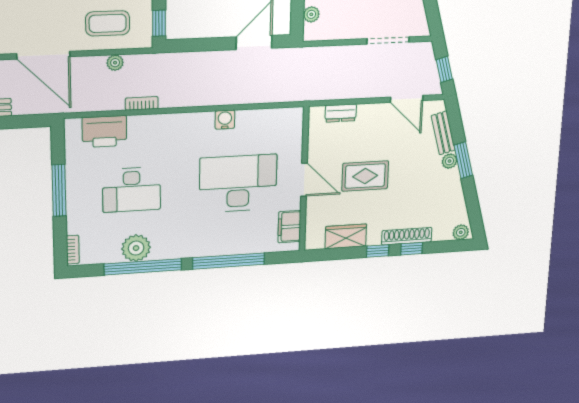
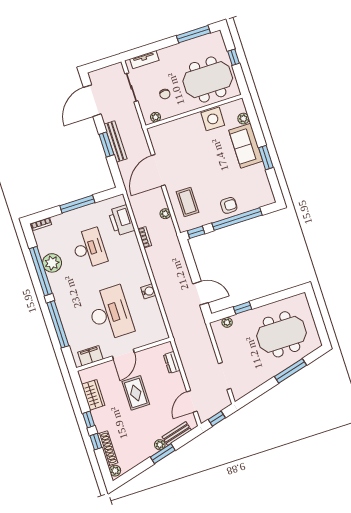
desk: (132, 190) -> (89, 248), turned 180
shoe rack: (407, 236) -> (108, 448), moved

